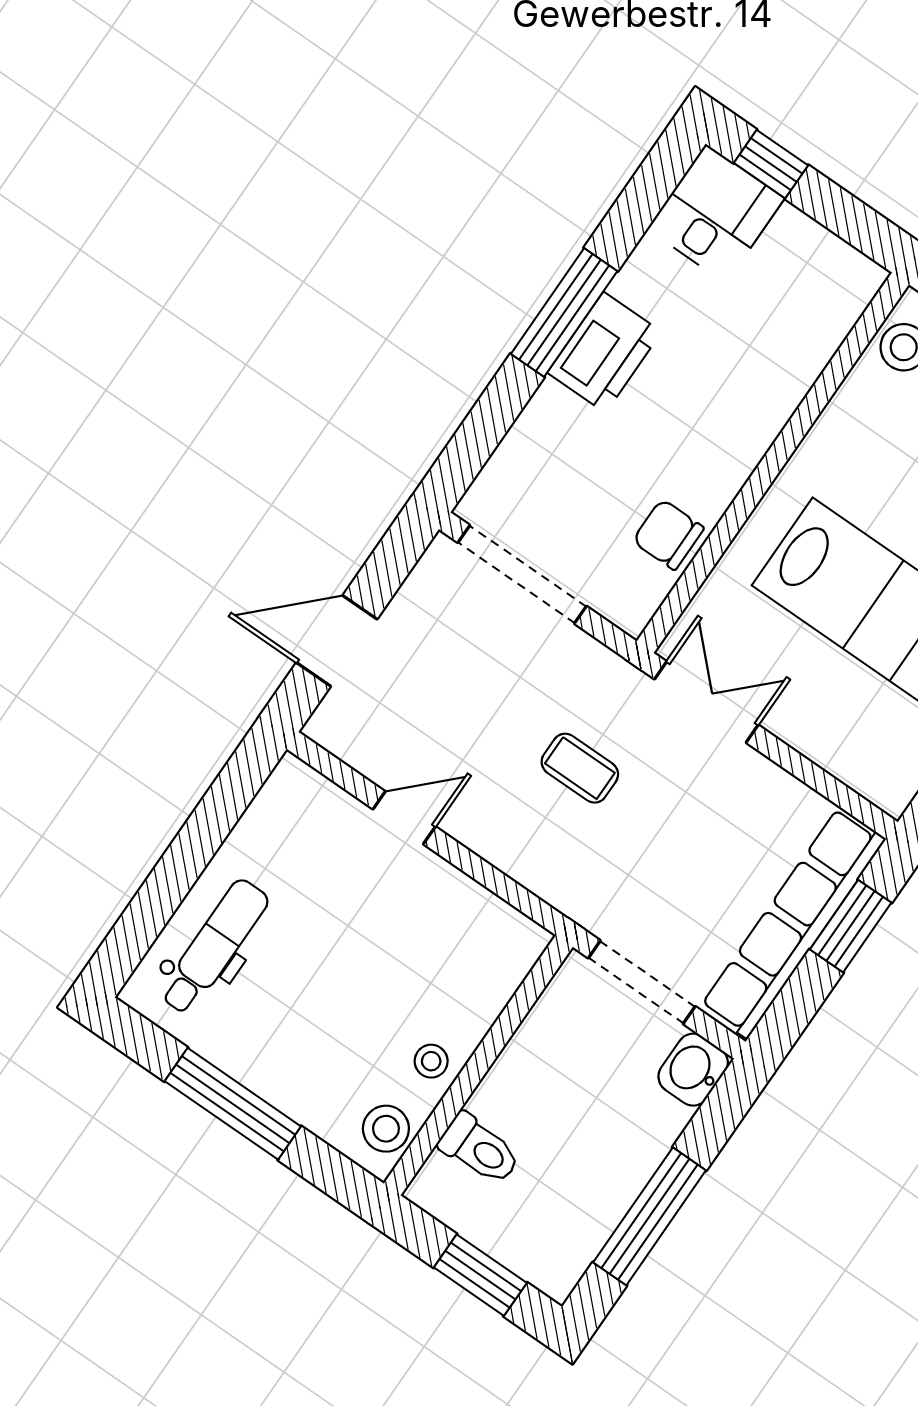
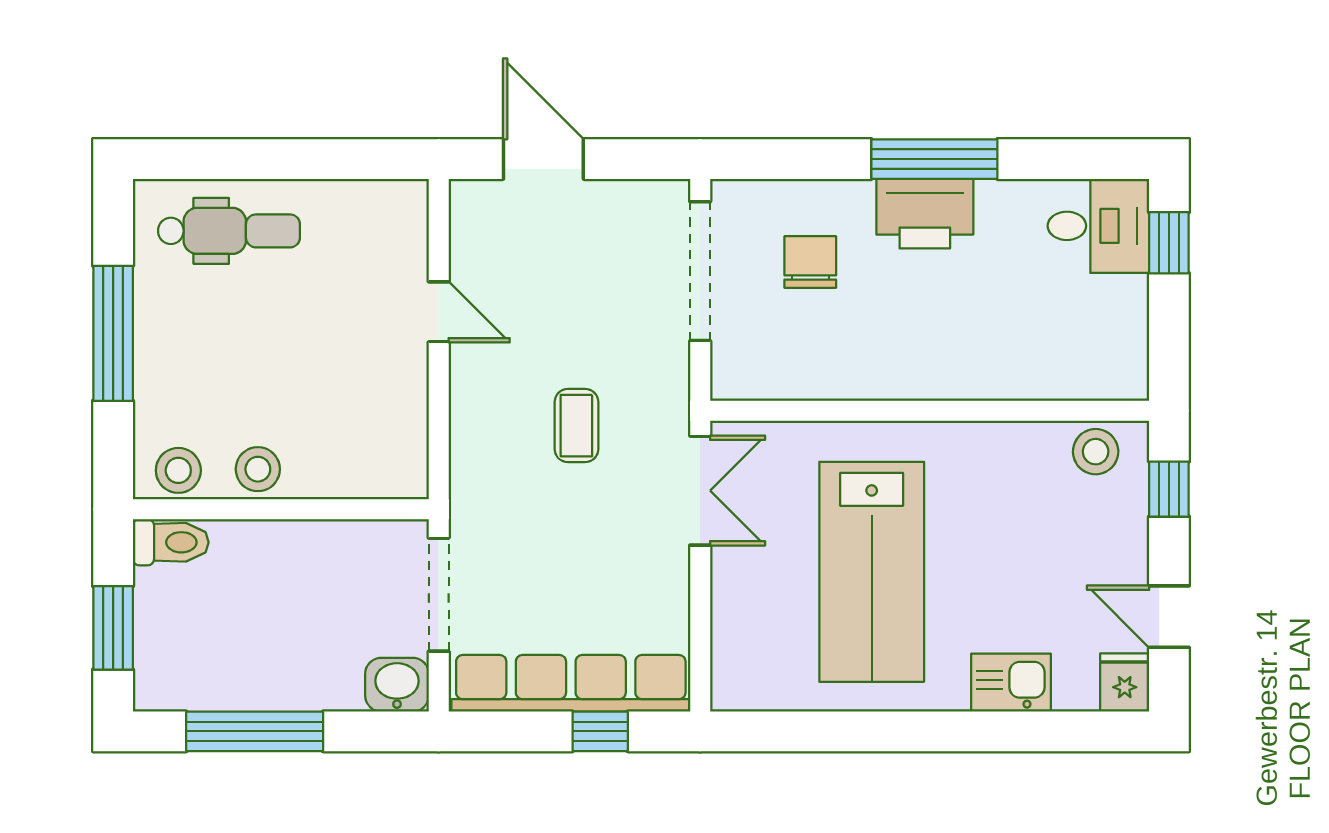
chair: (668, 534) -> (810, 262), moved
window: (851, 926) -> (600, 731), width x0.67
stool: (431, 1061) -> (258, 469), width x1.37, depth x1.37
toilet: (480, 1149) -> (171, 542), moved, turned -90

